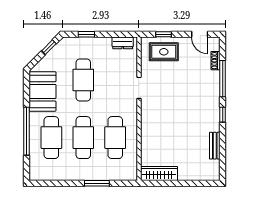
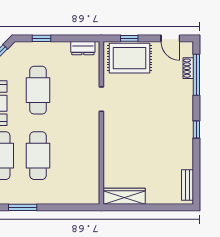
rug: (164, 52) -> (130, 58), width x1.36, depth x1.43
window: (223, 79) -> (196, 75), moved
cafe table: (115, 138) -> (74, 156), removed
bench: (215, 146) -> (188, 185), moved
window: (97, 183) -> (23, 207), moved

